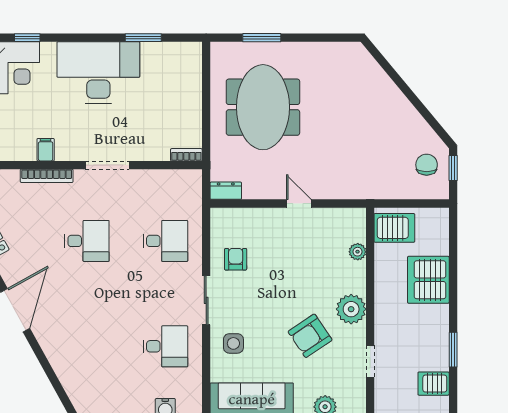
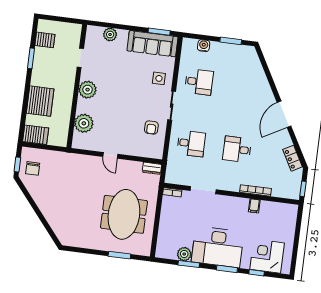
window: (78, 38) -> (227, 269), added
plant: (153, 53) -> (184, 254), added
doorway: (107, 165) -> (203, 190), moved
server rack: (394, 228) -> (36, 135), moved, turned 180
desk: (165, 241) -> (191, 143), turned 180
plant: (358, 252) -> (84, 123), width x1.87, depth x1.87
armchair: (310, 336) -> (114, 77), removed
desk: (165, 346) -> (199, 82), turned 180

